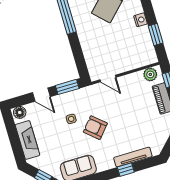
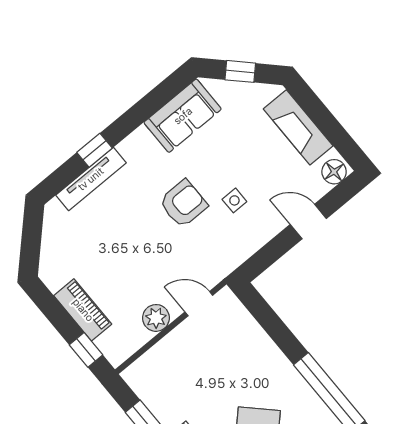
plant: (150, 74) -> (156, 318), moved
window: (67, 87) -> (267, 256), removed
armchair: (95, 128) -> (183, 204), turned -41

